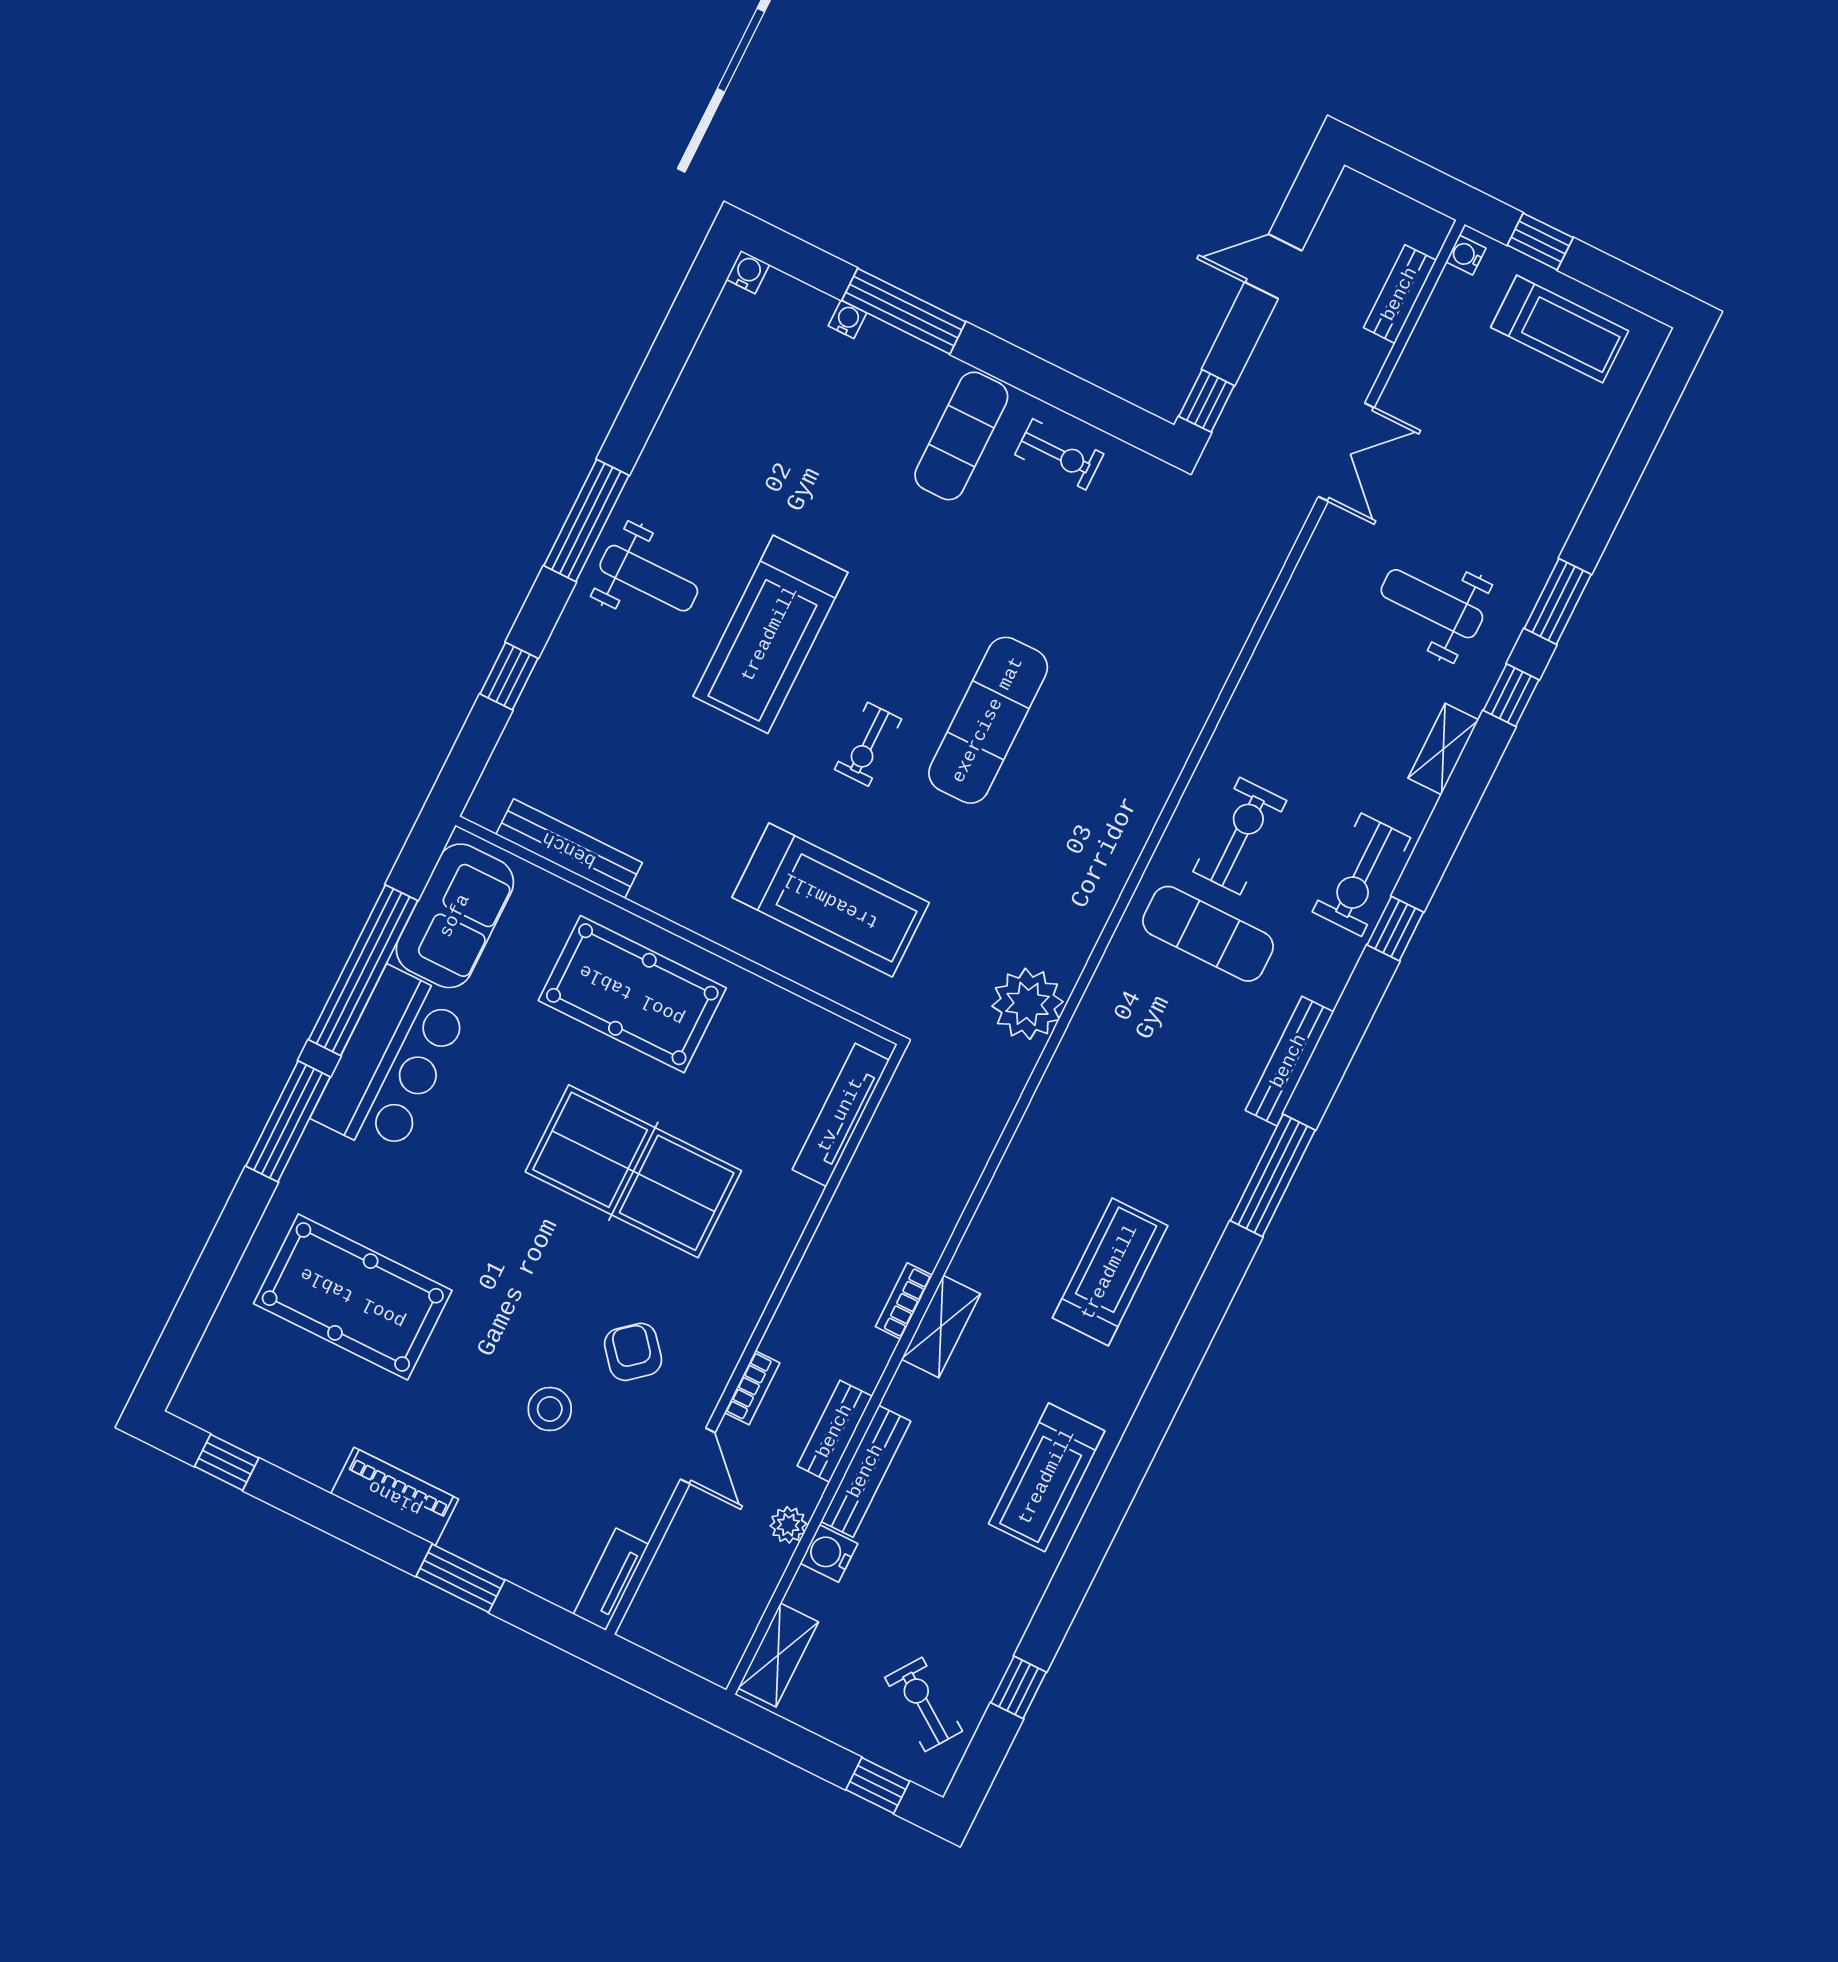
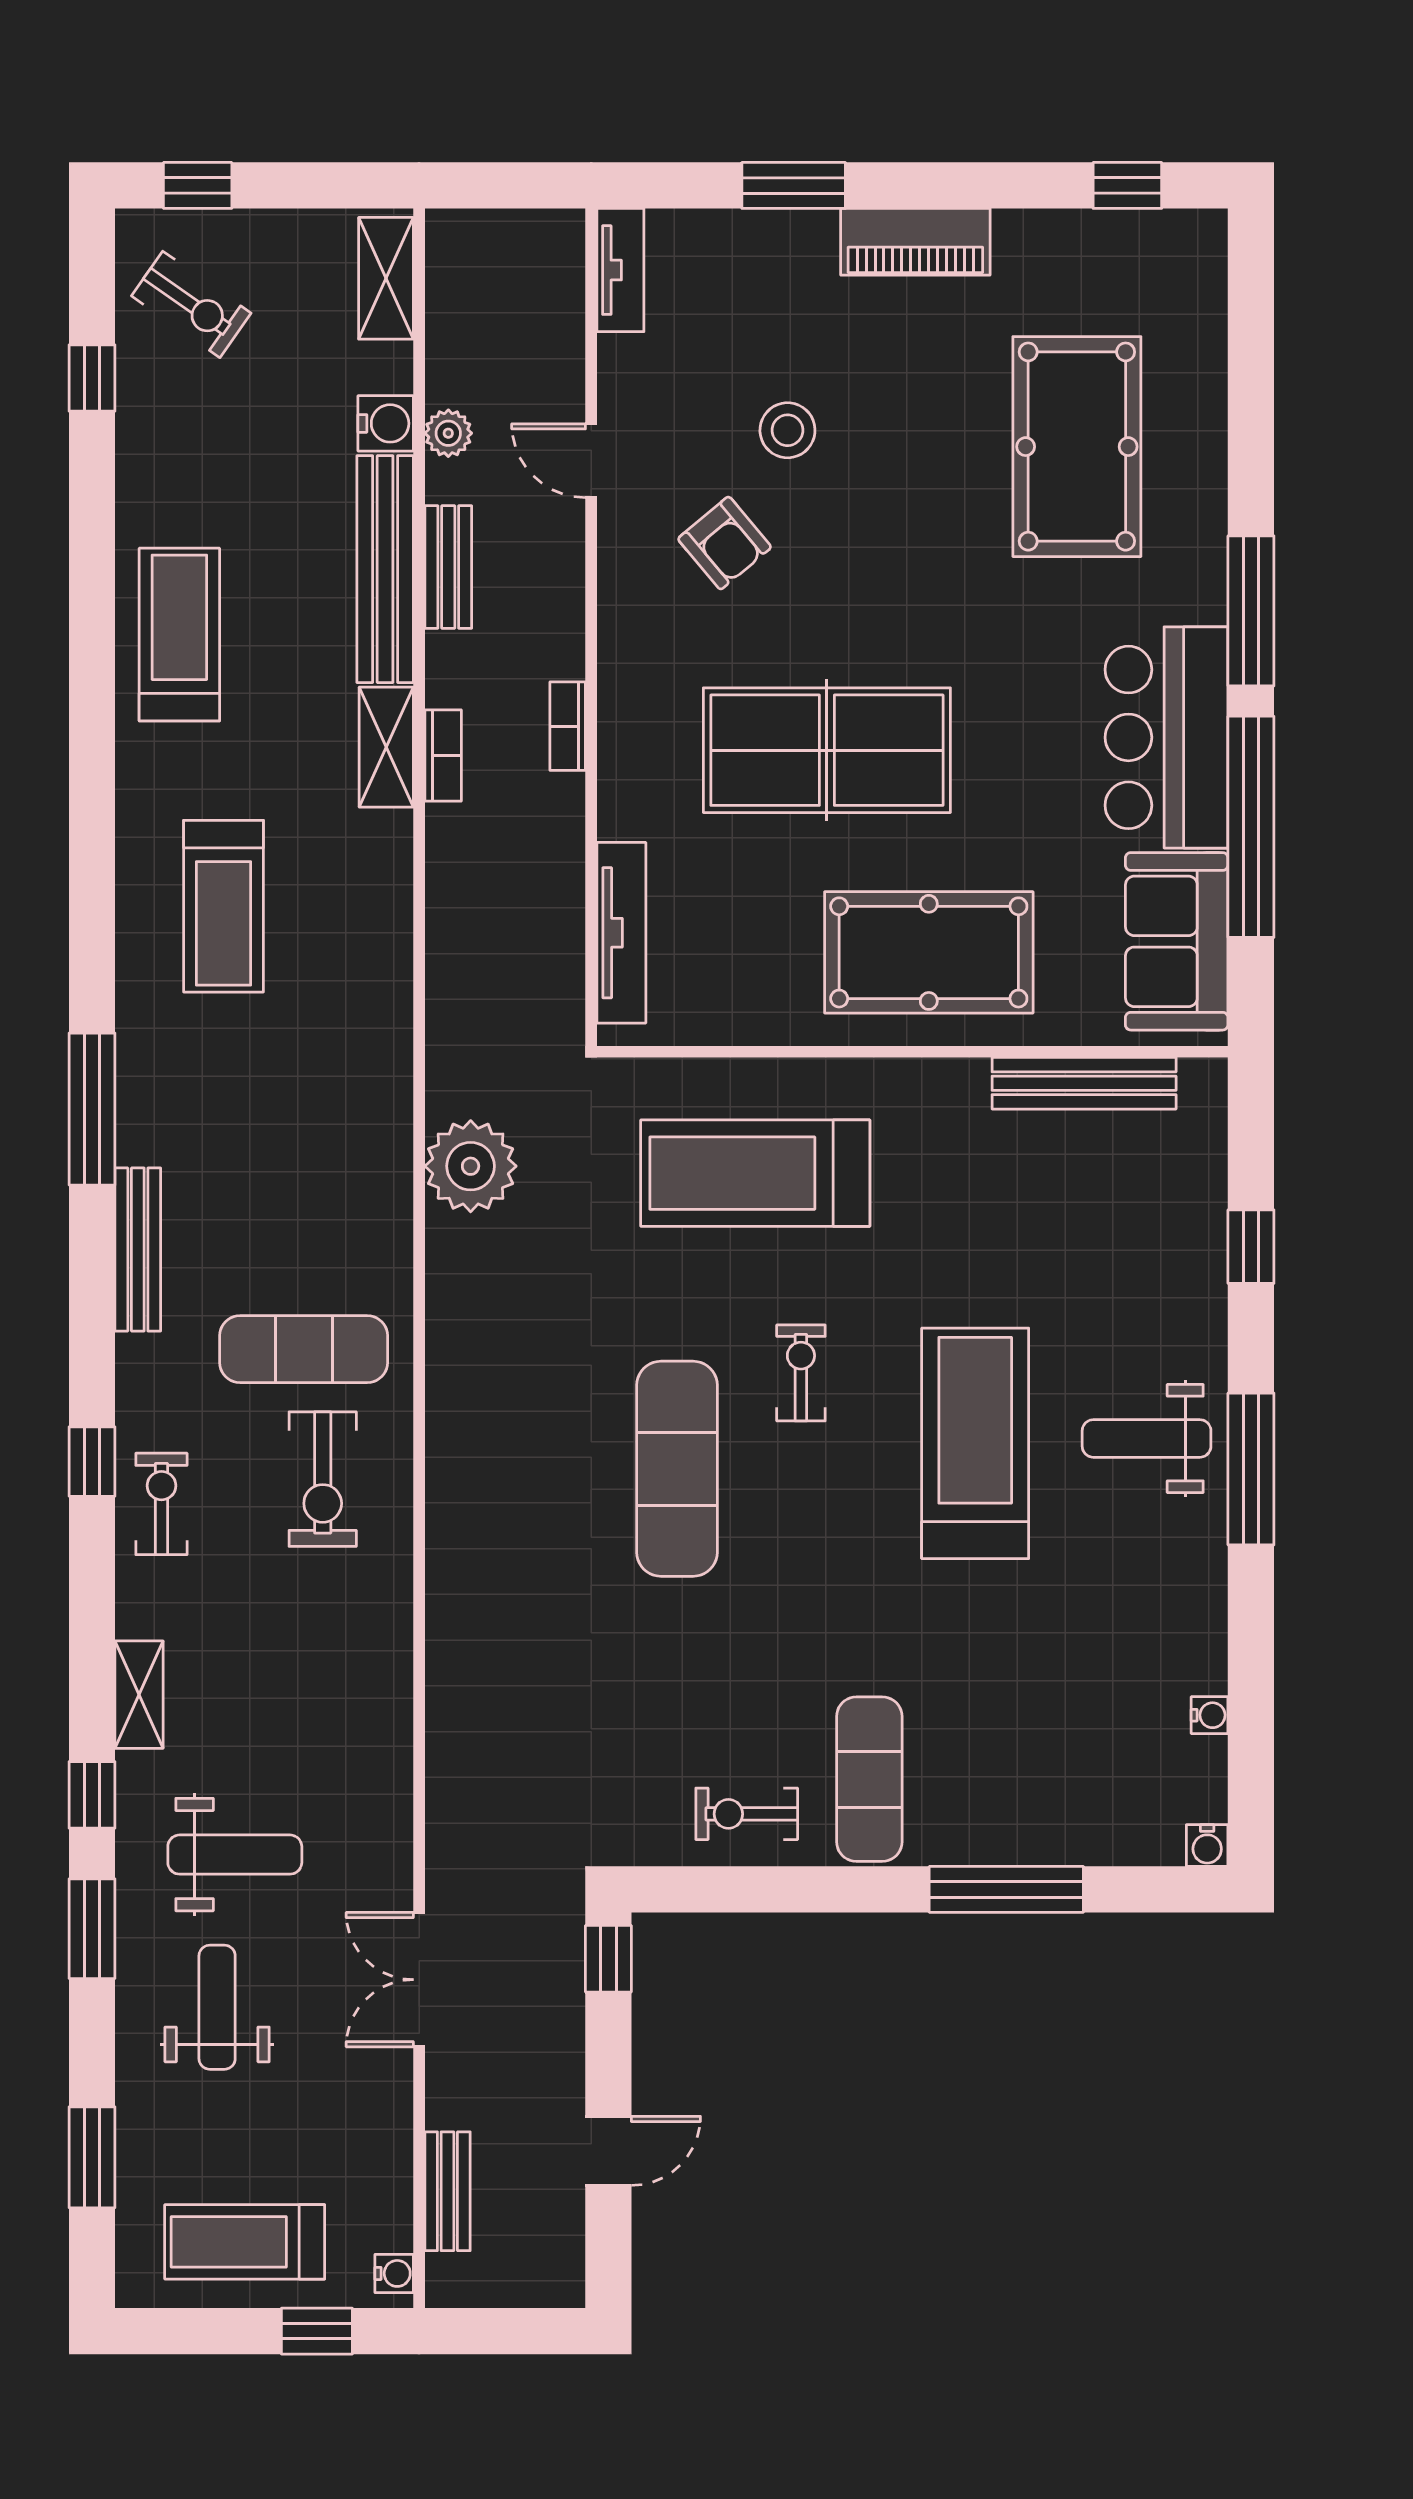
water cooler: (847, 319) -> (1210, 1715), moved, turned -90
window: (1637, 441) -> (92, 2157), added
weight bench: (1497, 503) -> (217, 2007), added
exercise bike: (1361, 875) -> (161, 1504), width x0.73, depth x0.72
pool table: (353, 1297) -> (1077, 447), turned 90
bookcase: (752, 1388) -> (568, 726), moved
bench: (866, 1471) -> (385, 569), width x1.37, depth x1.21

